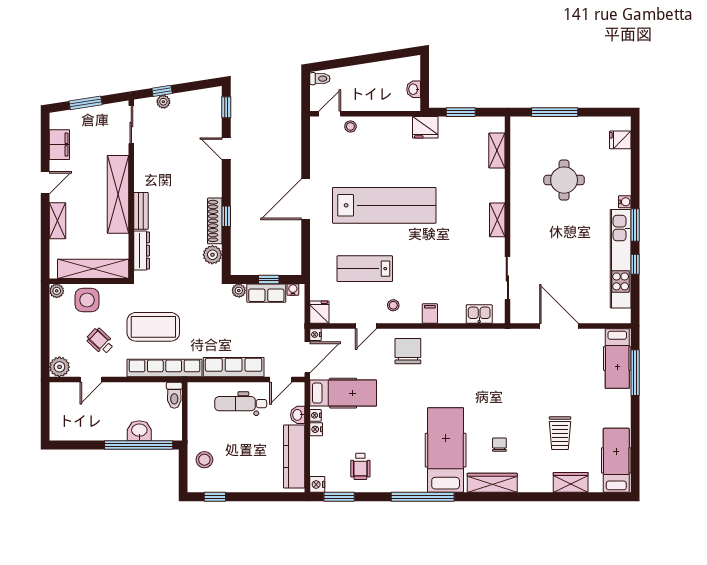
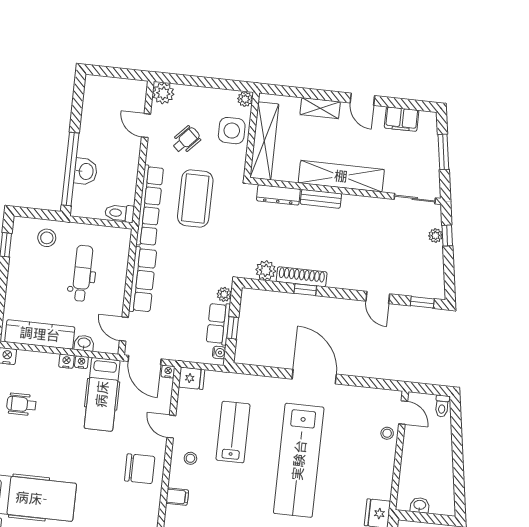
door: (226, 149) -> (378, 297), swing flipped
dental chair: (241, 404) -> (82, 273), moved

